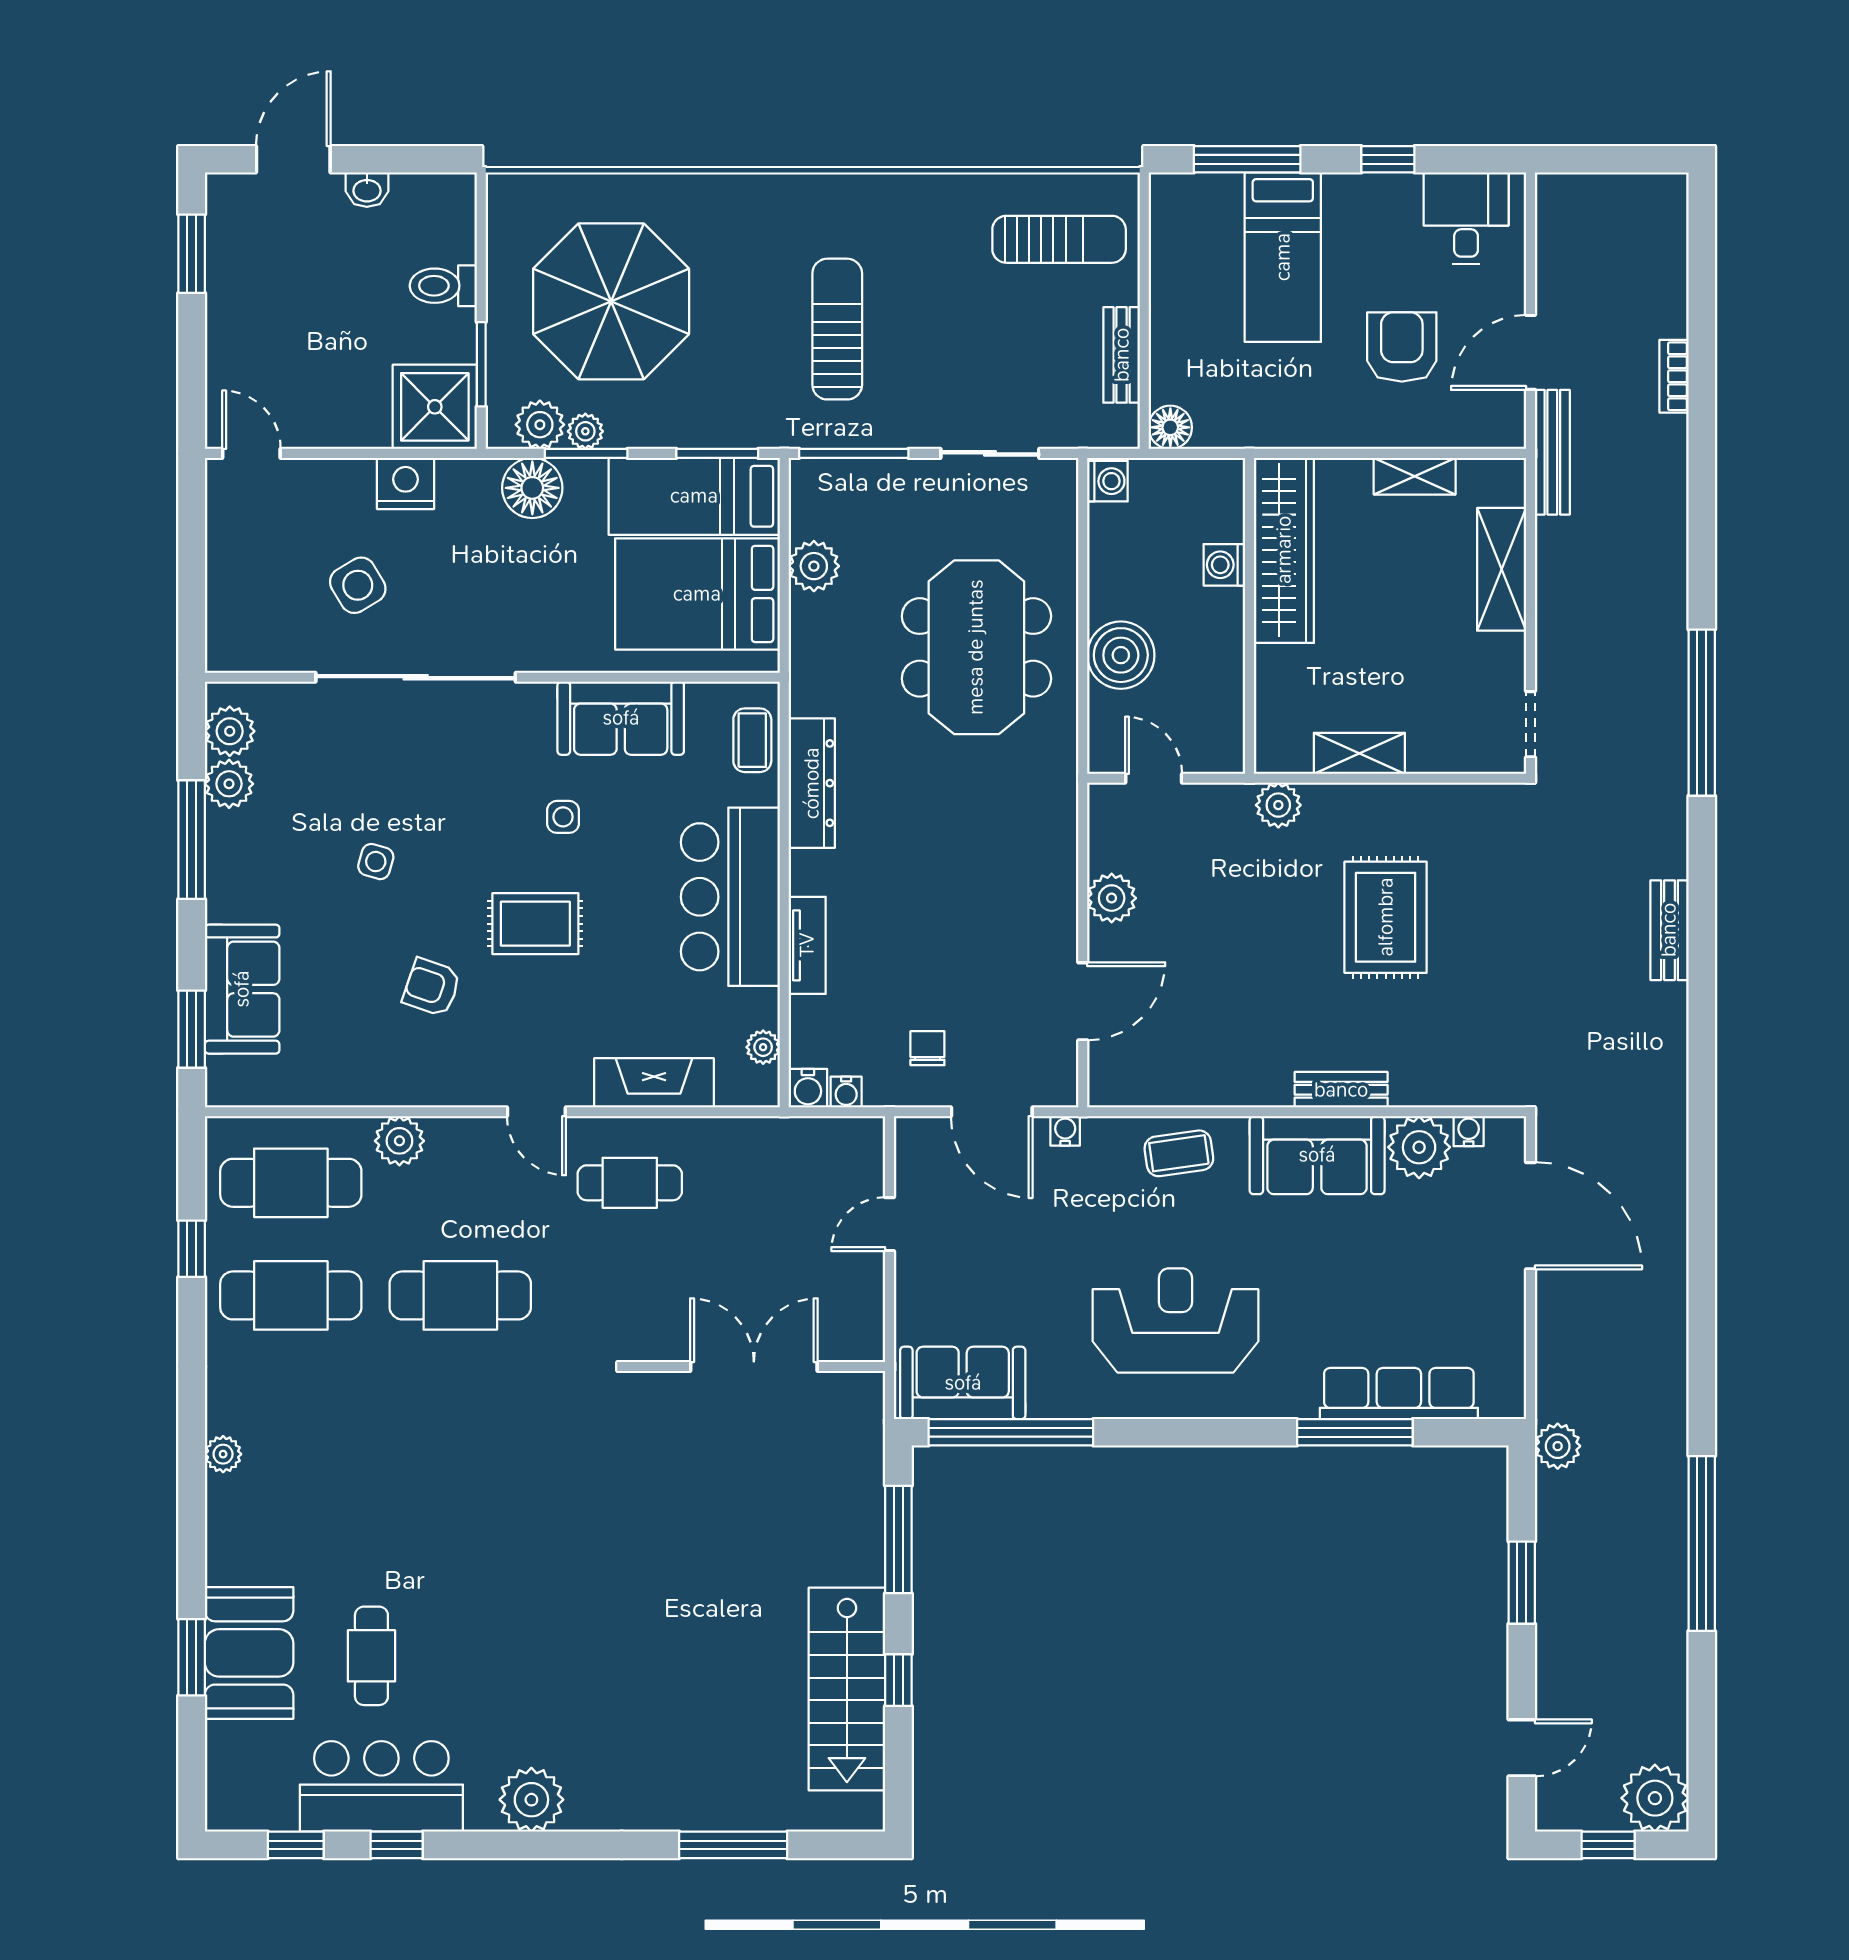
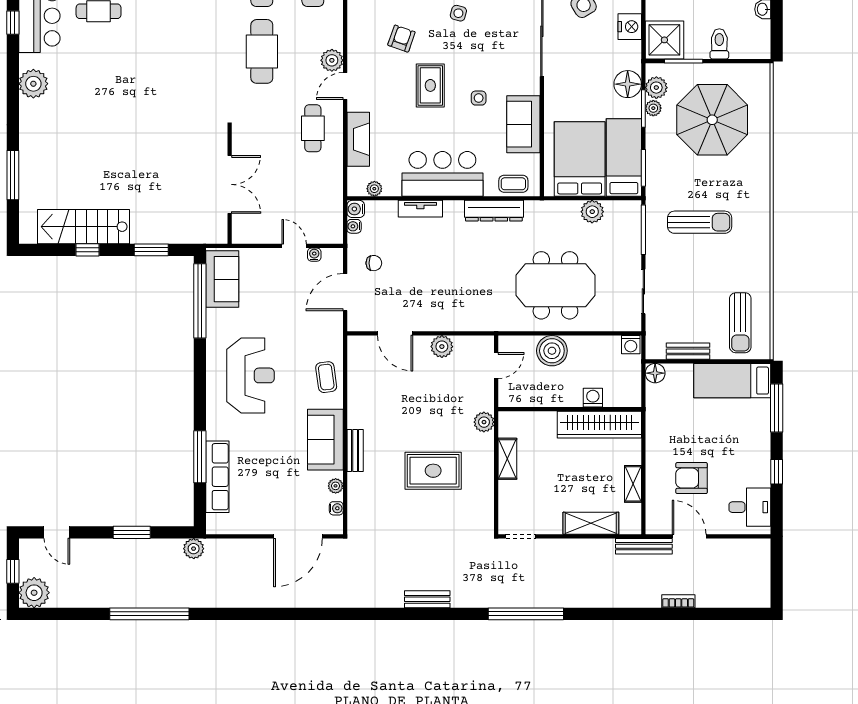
bed: (1283, 257) -> (732, 381), moved
armchair: (1402, 347) -> (692, 478), turned 180
water cooler: (1065, 1131) -> (314, 255), moved, turned -90
plant: (399, 1141) -> (332, 60), moved
plant: (1419, 1147) -> (336, 486), width x0.53, depth x0.53
window: (898, 1539) -> (151, 250), width x0.69

